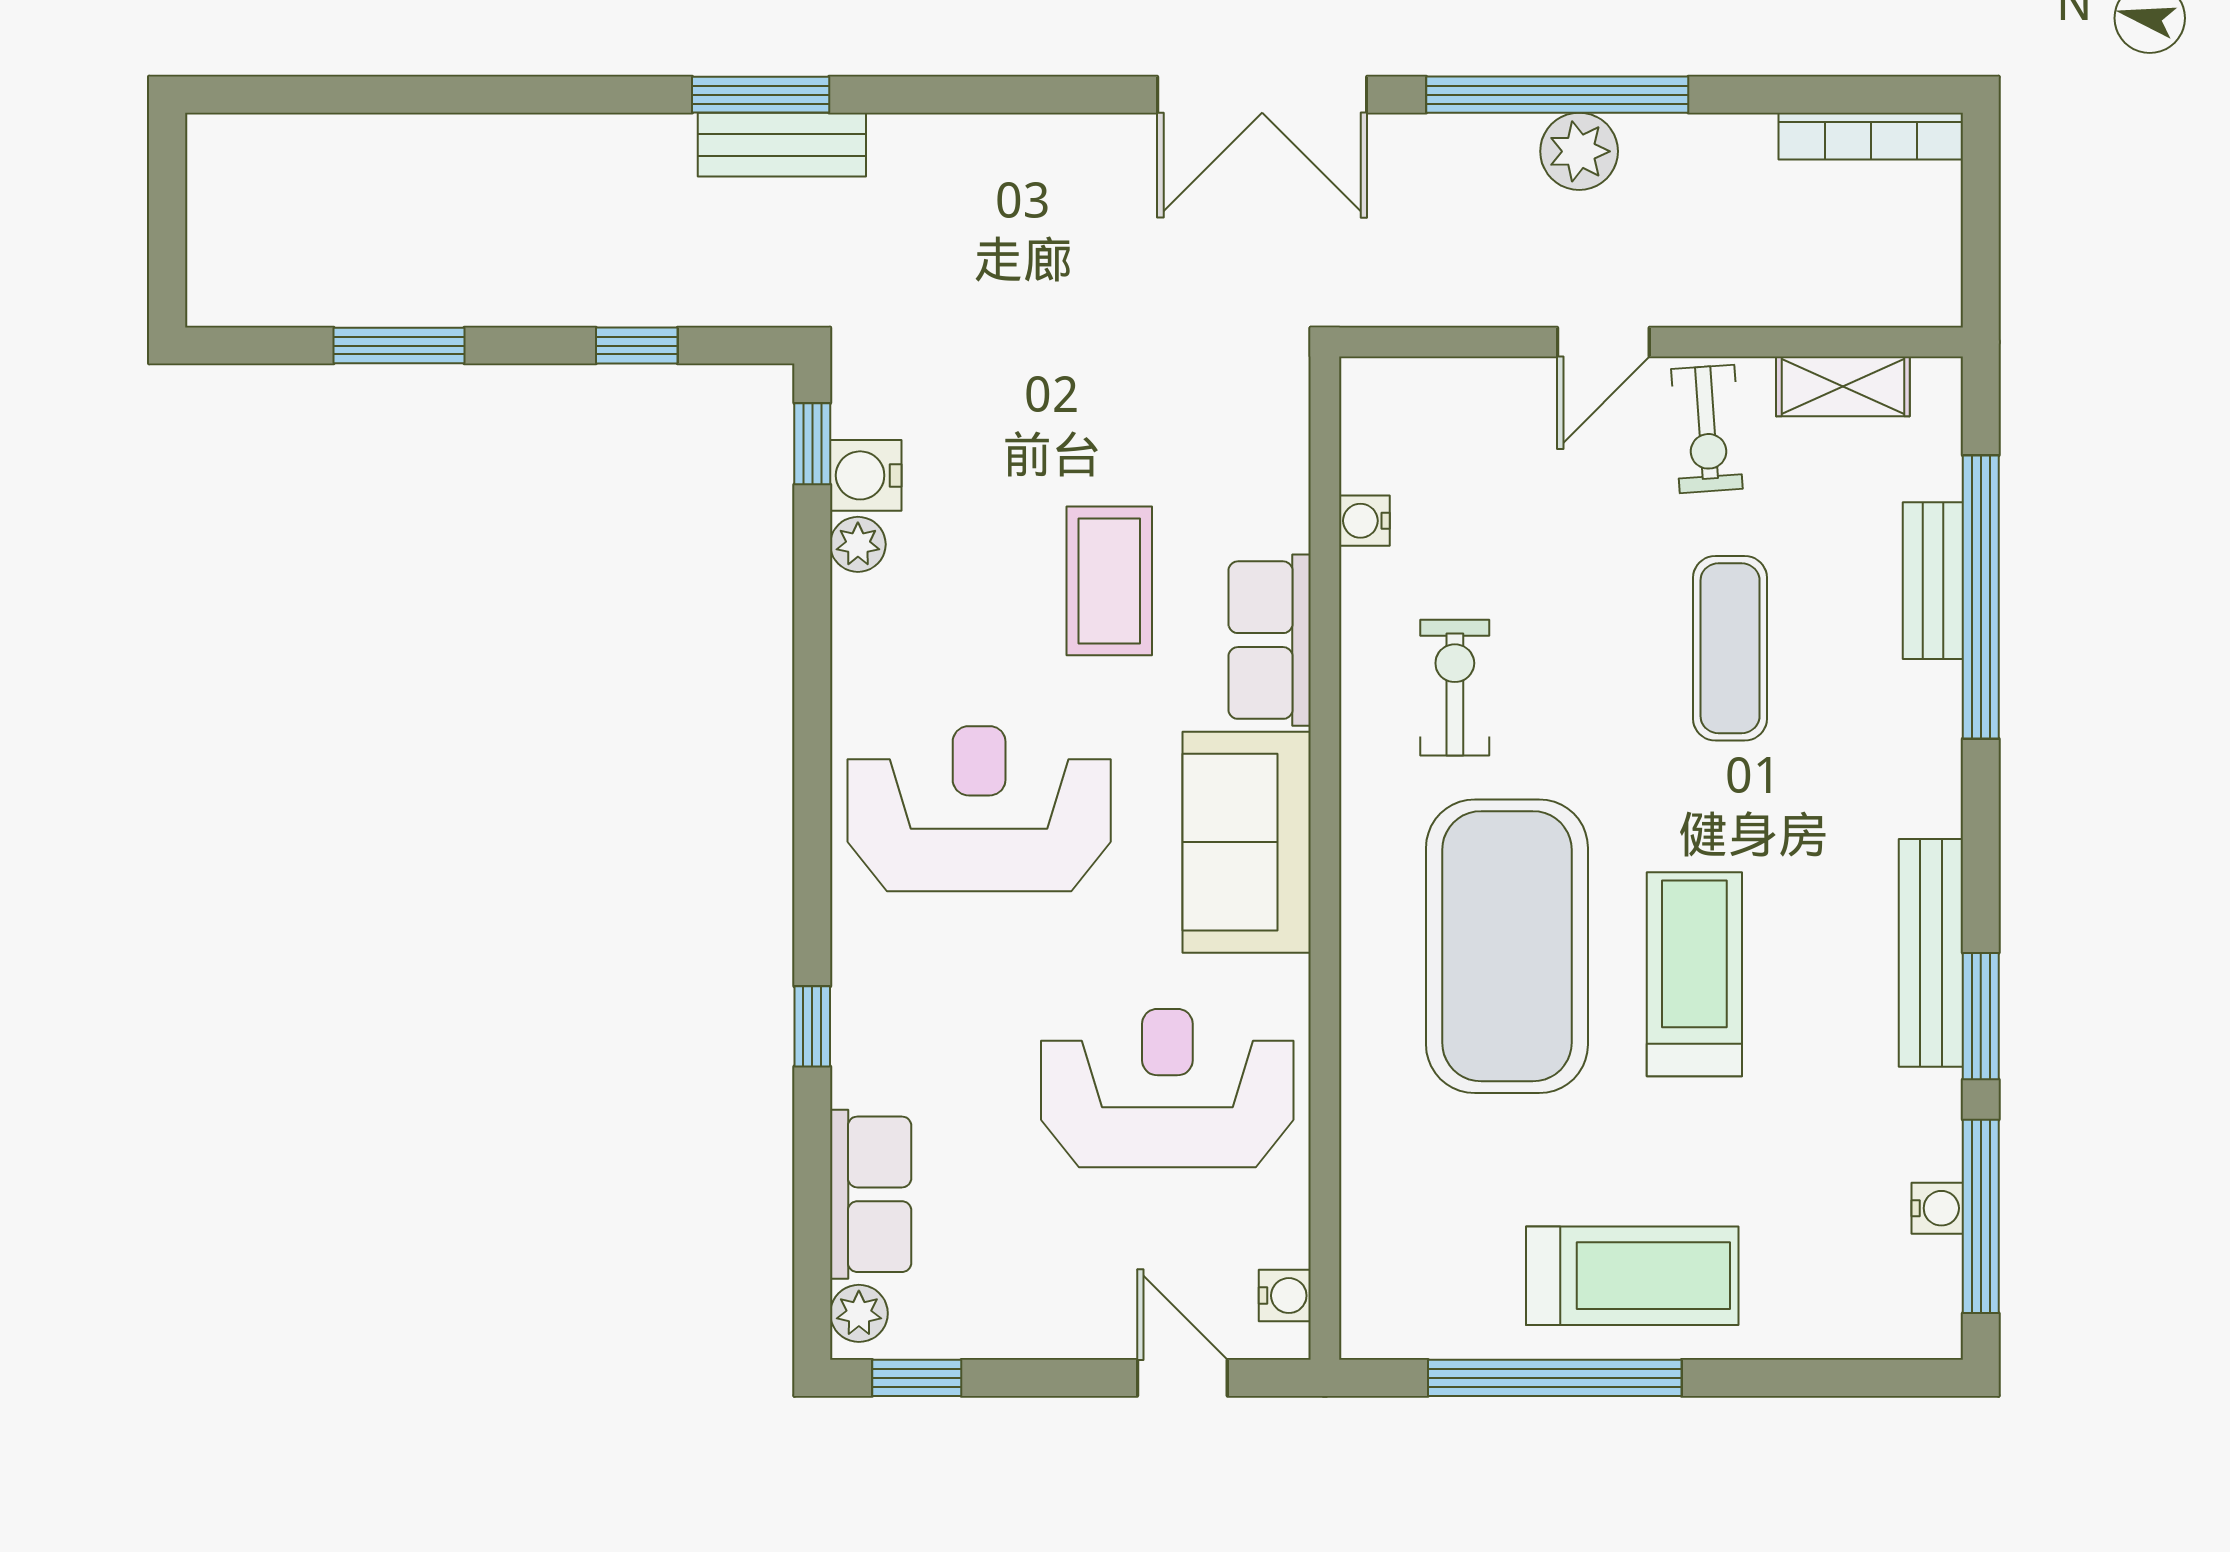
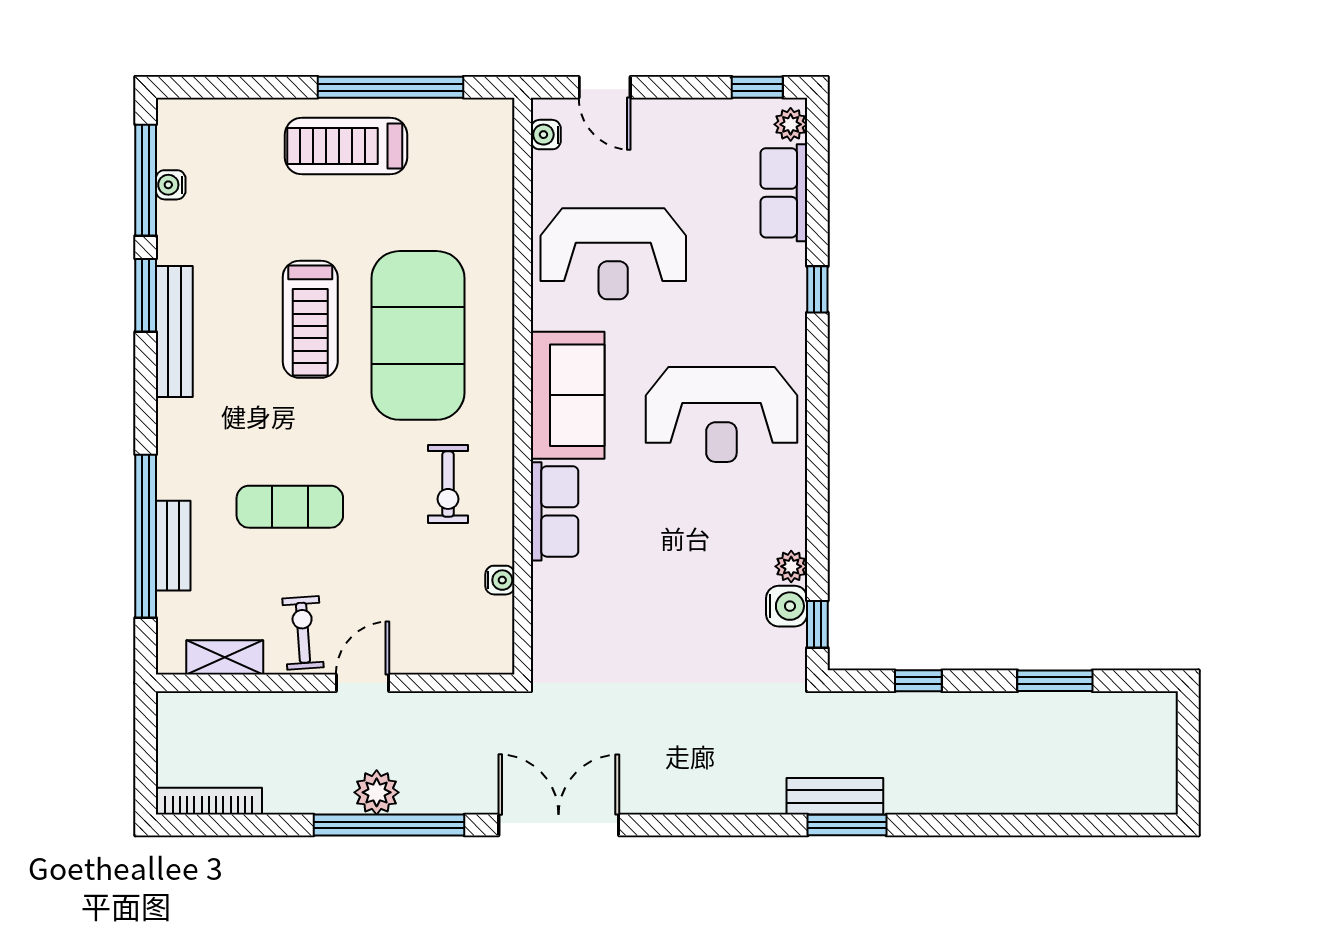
coffee table: (1109, 581) -> (647, 545), removed
exercise mat: (1730, 648) -> (290, 507), turned 90

